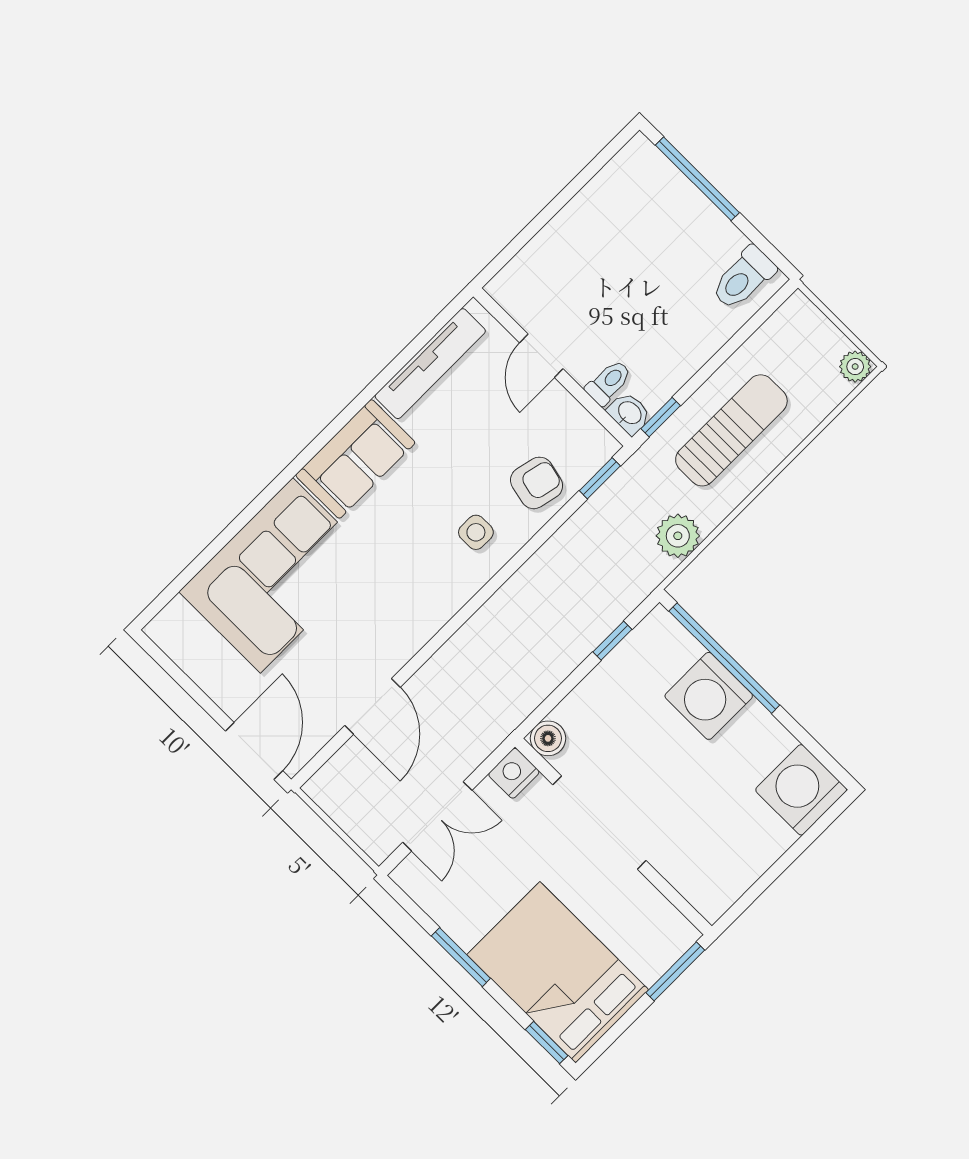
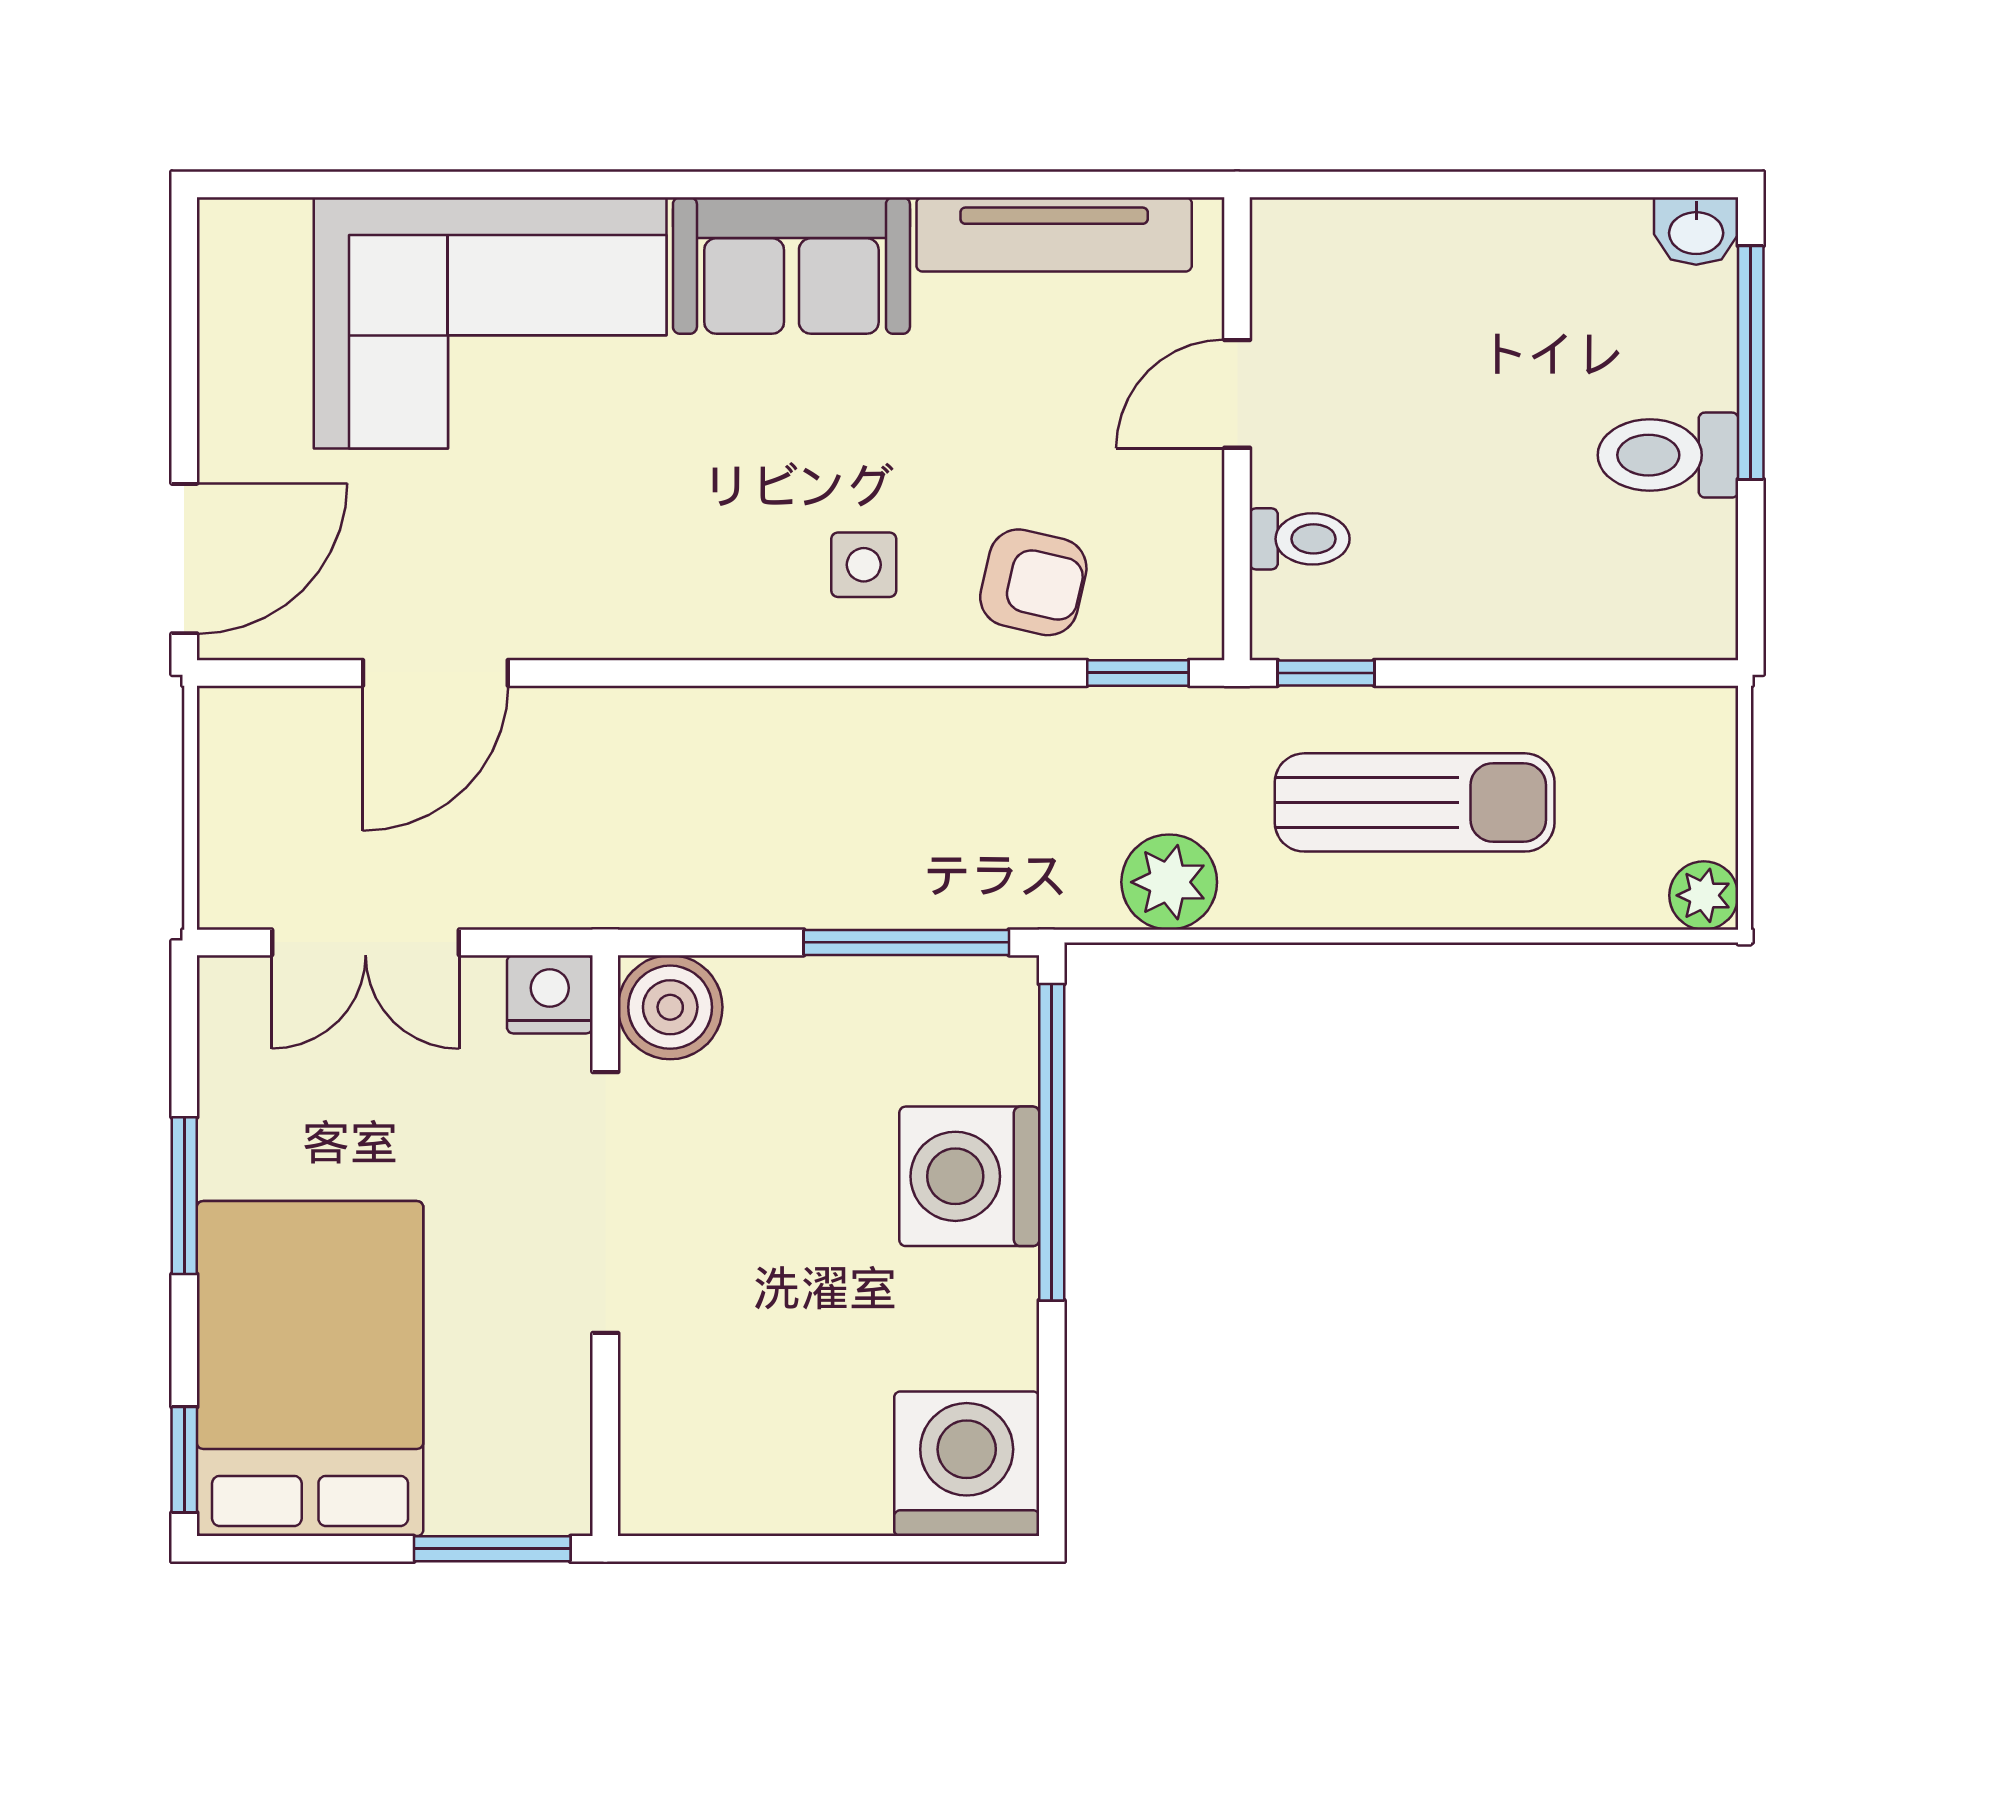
toilet: (743, 278) -> (1668, 455), moved
washbasin: (629, 413) -> (1696, 231), moved, turned 90
window: (612, 641) -> (906, 942), width x2.17
boiler: (548, 738) -> (670, 1007), width x1.36, depth x1.36

